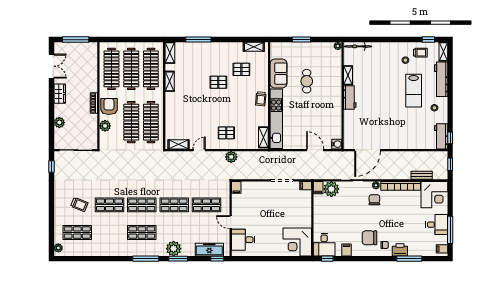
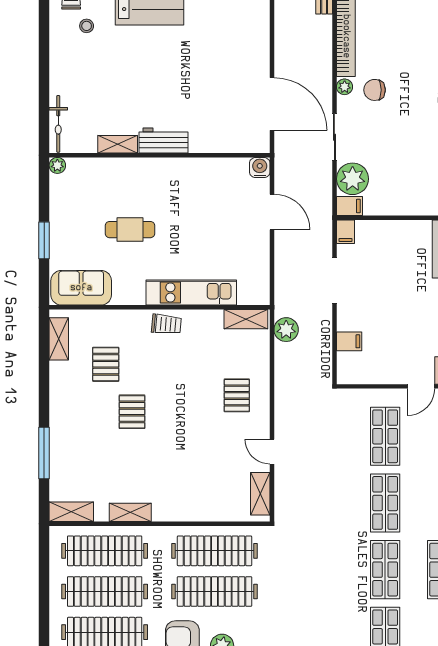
sofa: (278, 74) -> (81, 288), moved
kitchen unit: (276, 119) -> (191, 292), width x0.73
door: (315, 150) -> (272, 212), swing flipped
plant: (231, 157) -> (286, 330), moved
filing cabinet: (236, 187) -> (349, 341), moved

